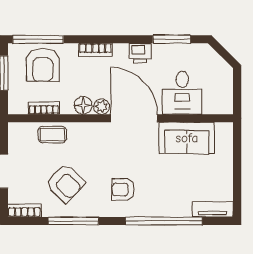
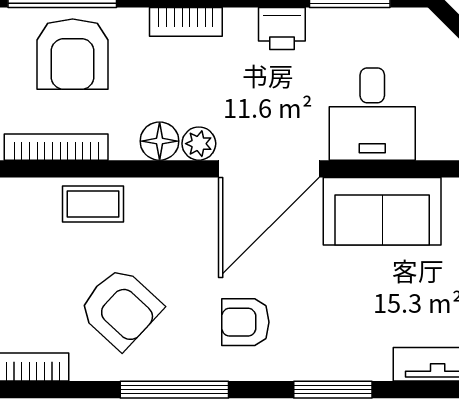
bookcase: (44, 108) -> (56, 147), width x1.56
door: (134, 118) -> (269, 169), swing flipped
window: (73, 221) -> (174, 390), moved
window: (164, 221) -> (333, 390), width x0.47

